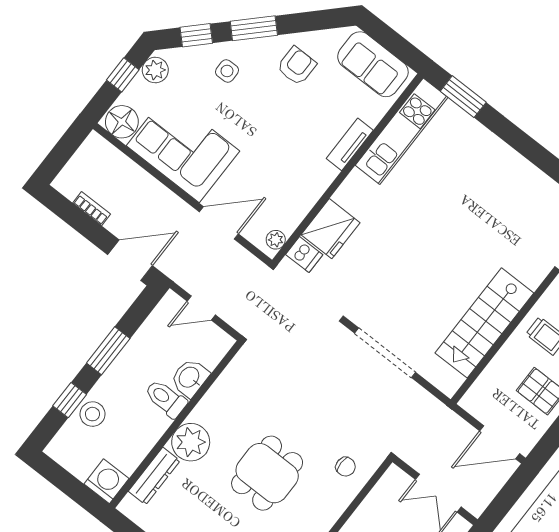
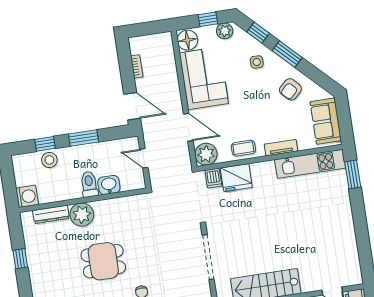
armchair: (297, 66) -> (290, 89), turned 136
coffee table: (306, 186) -> (243, 148), added
plant: (276, 240) -> (206, 154), width x1.88, depth x1.88

